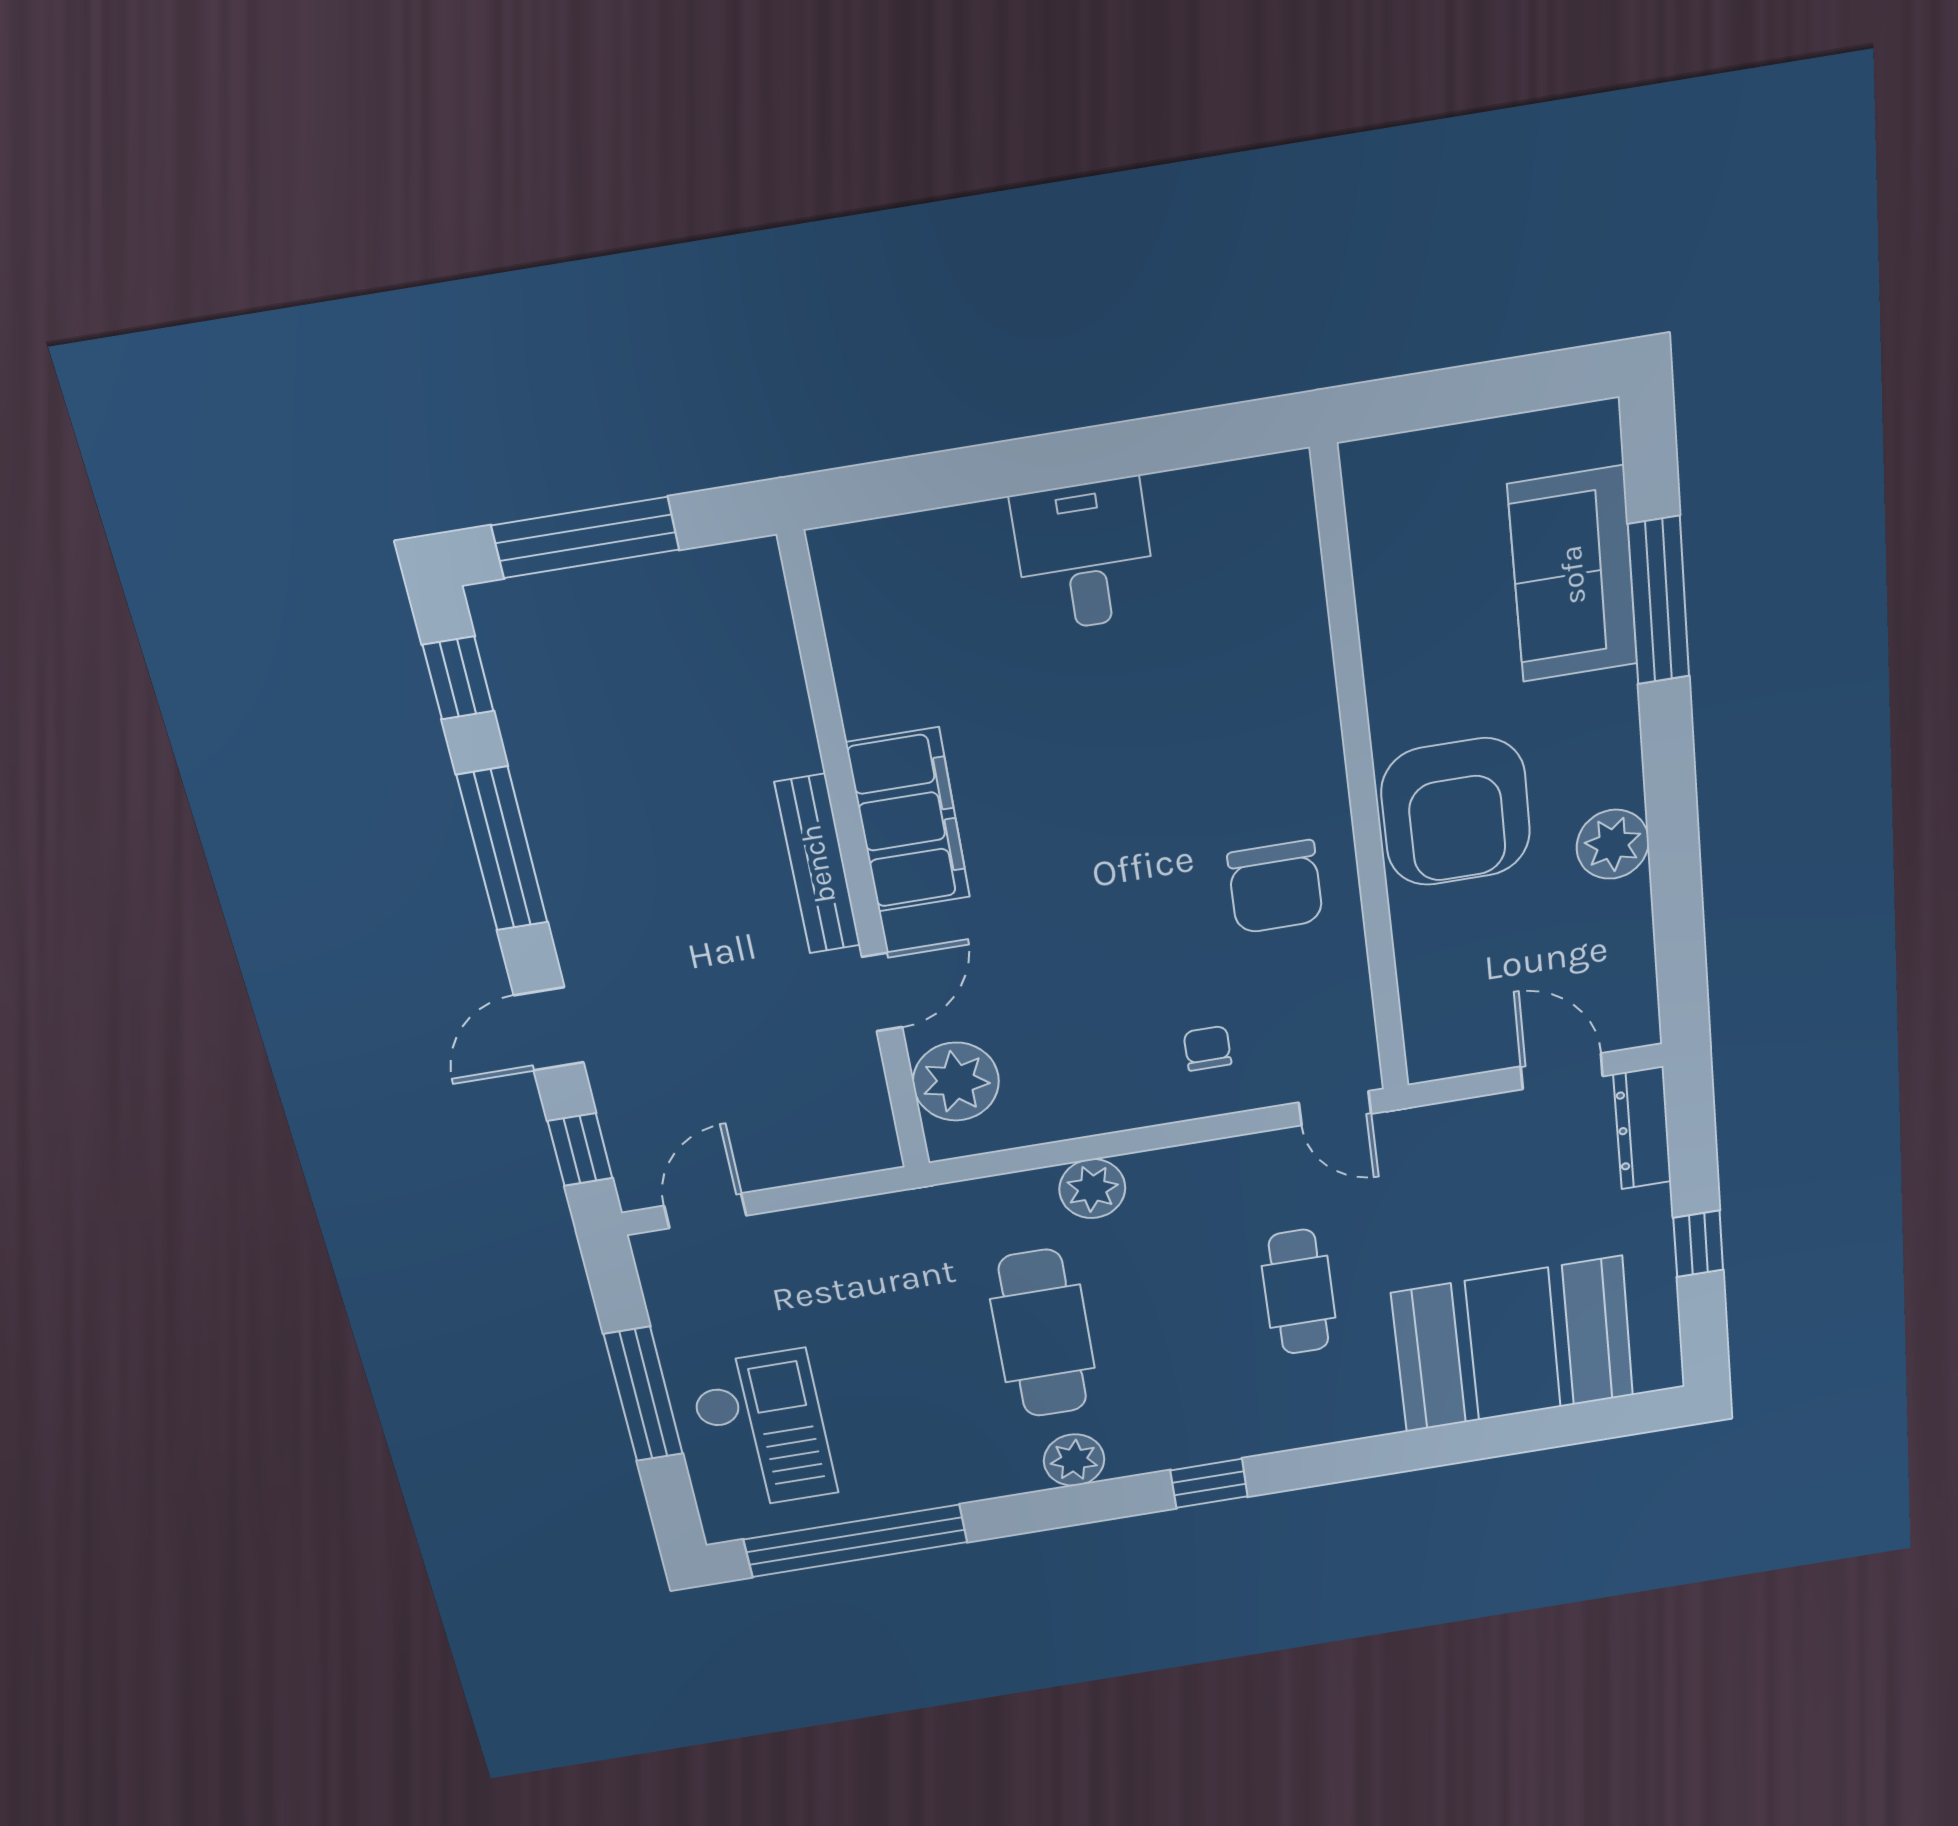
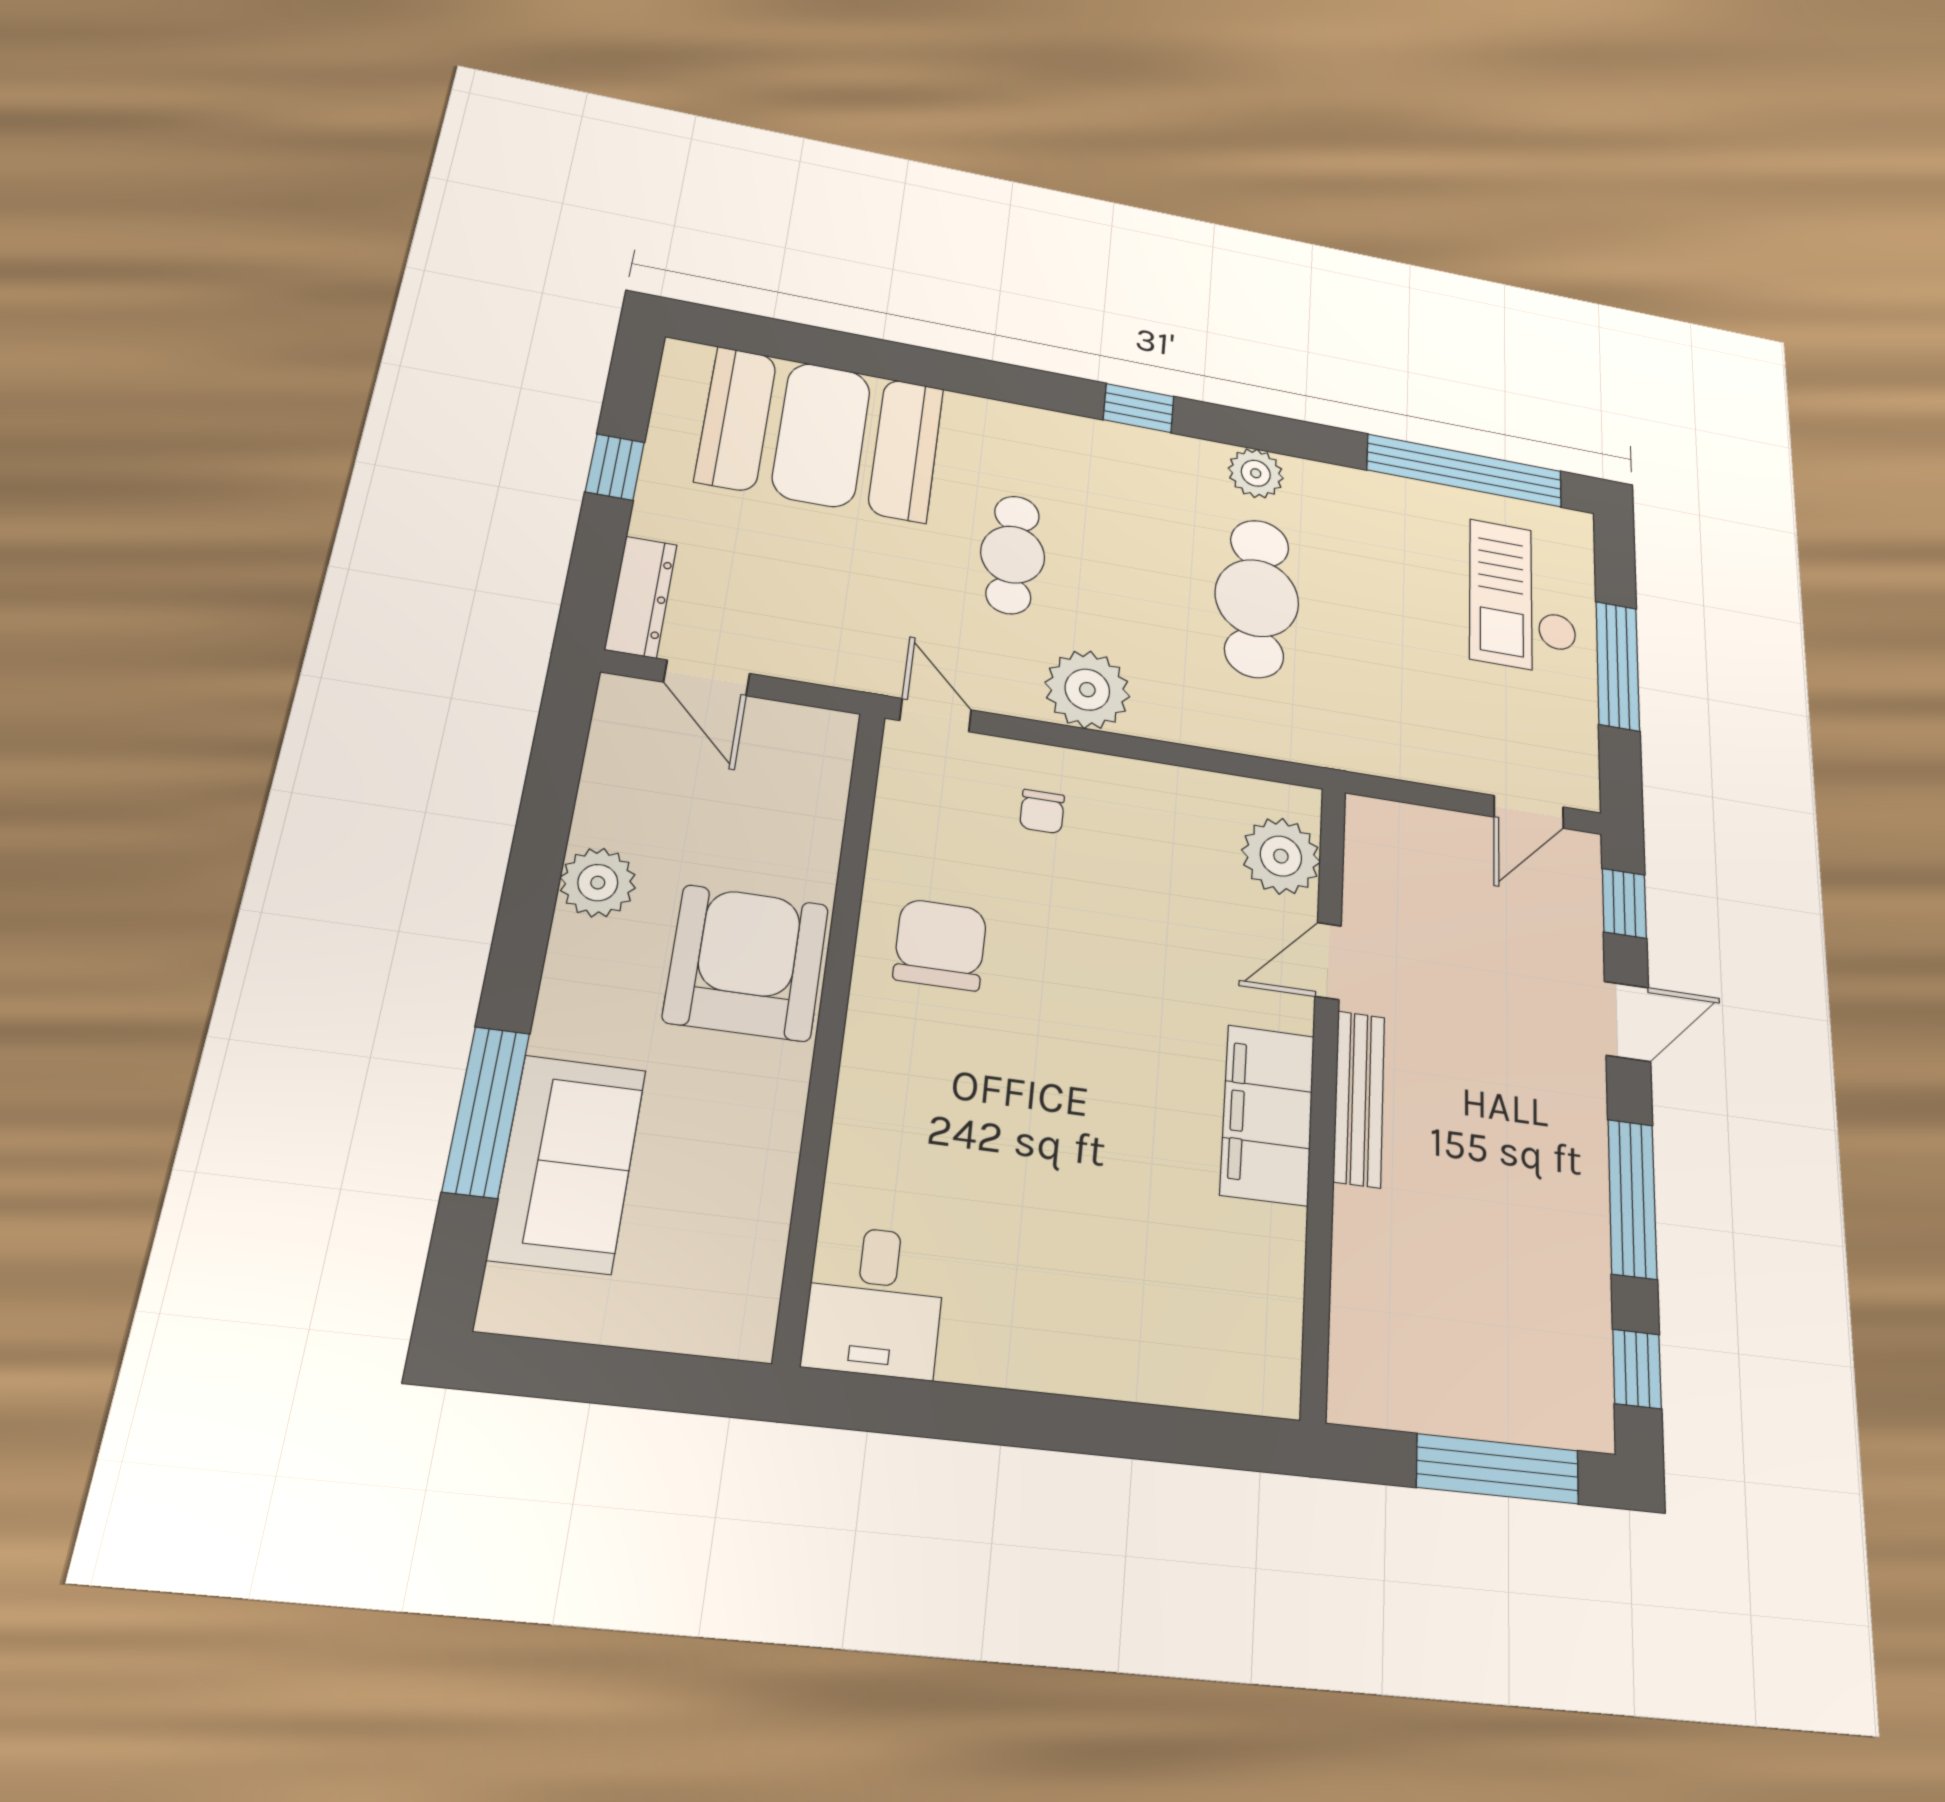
desk: (1084, 556) -> (875, 1302), moved
plant: (1092, 1189) -> (1087, 690), moved, width x1.36, depth x1.36

